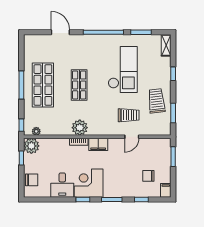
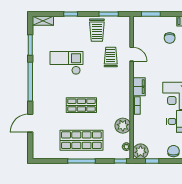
checkout: (123, 70) -> (66, 63), width x0.73, depth x0.83
trolley: (157, 101) -> (97, 30), turned -84
plant: (80, 128) -> (123, 126), moved

